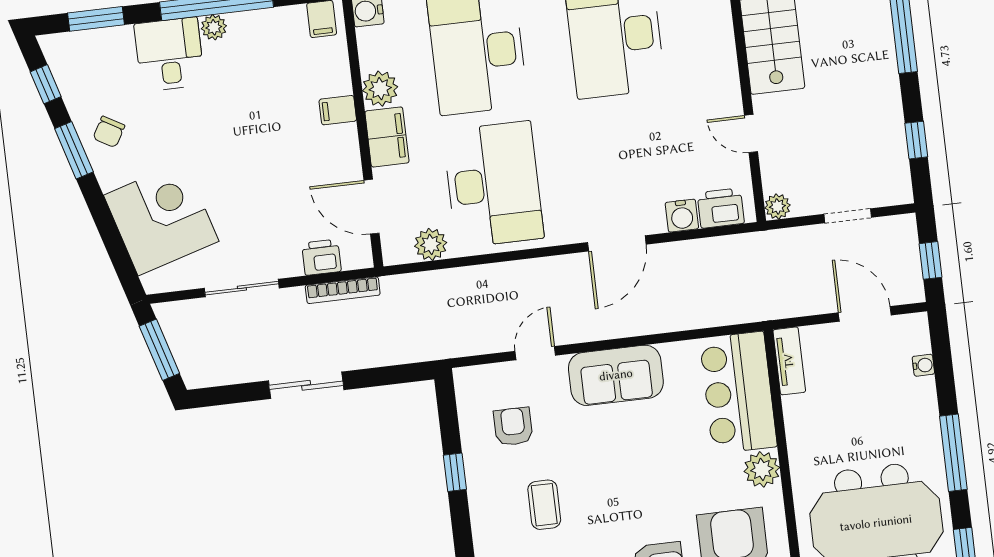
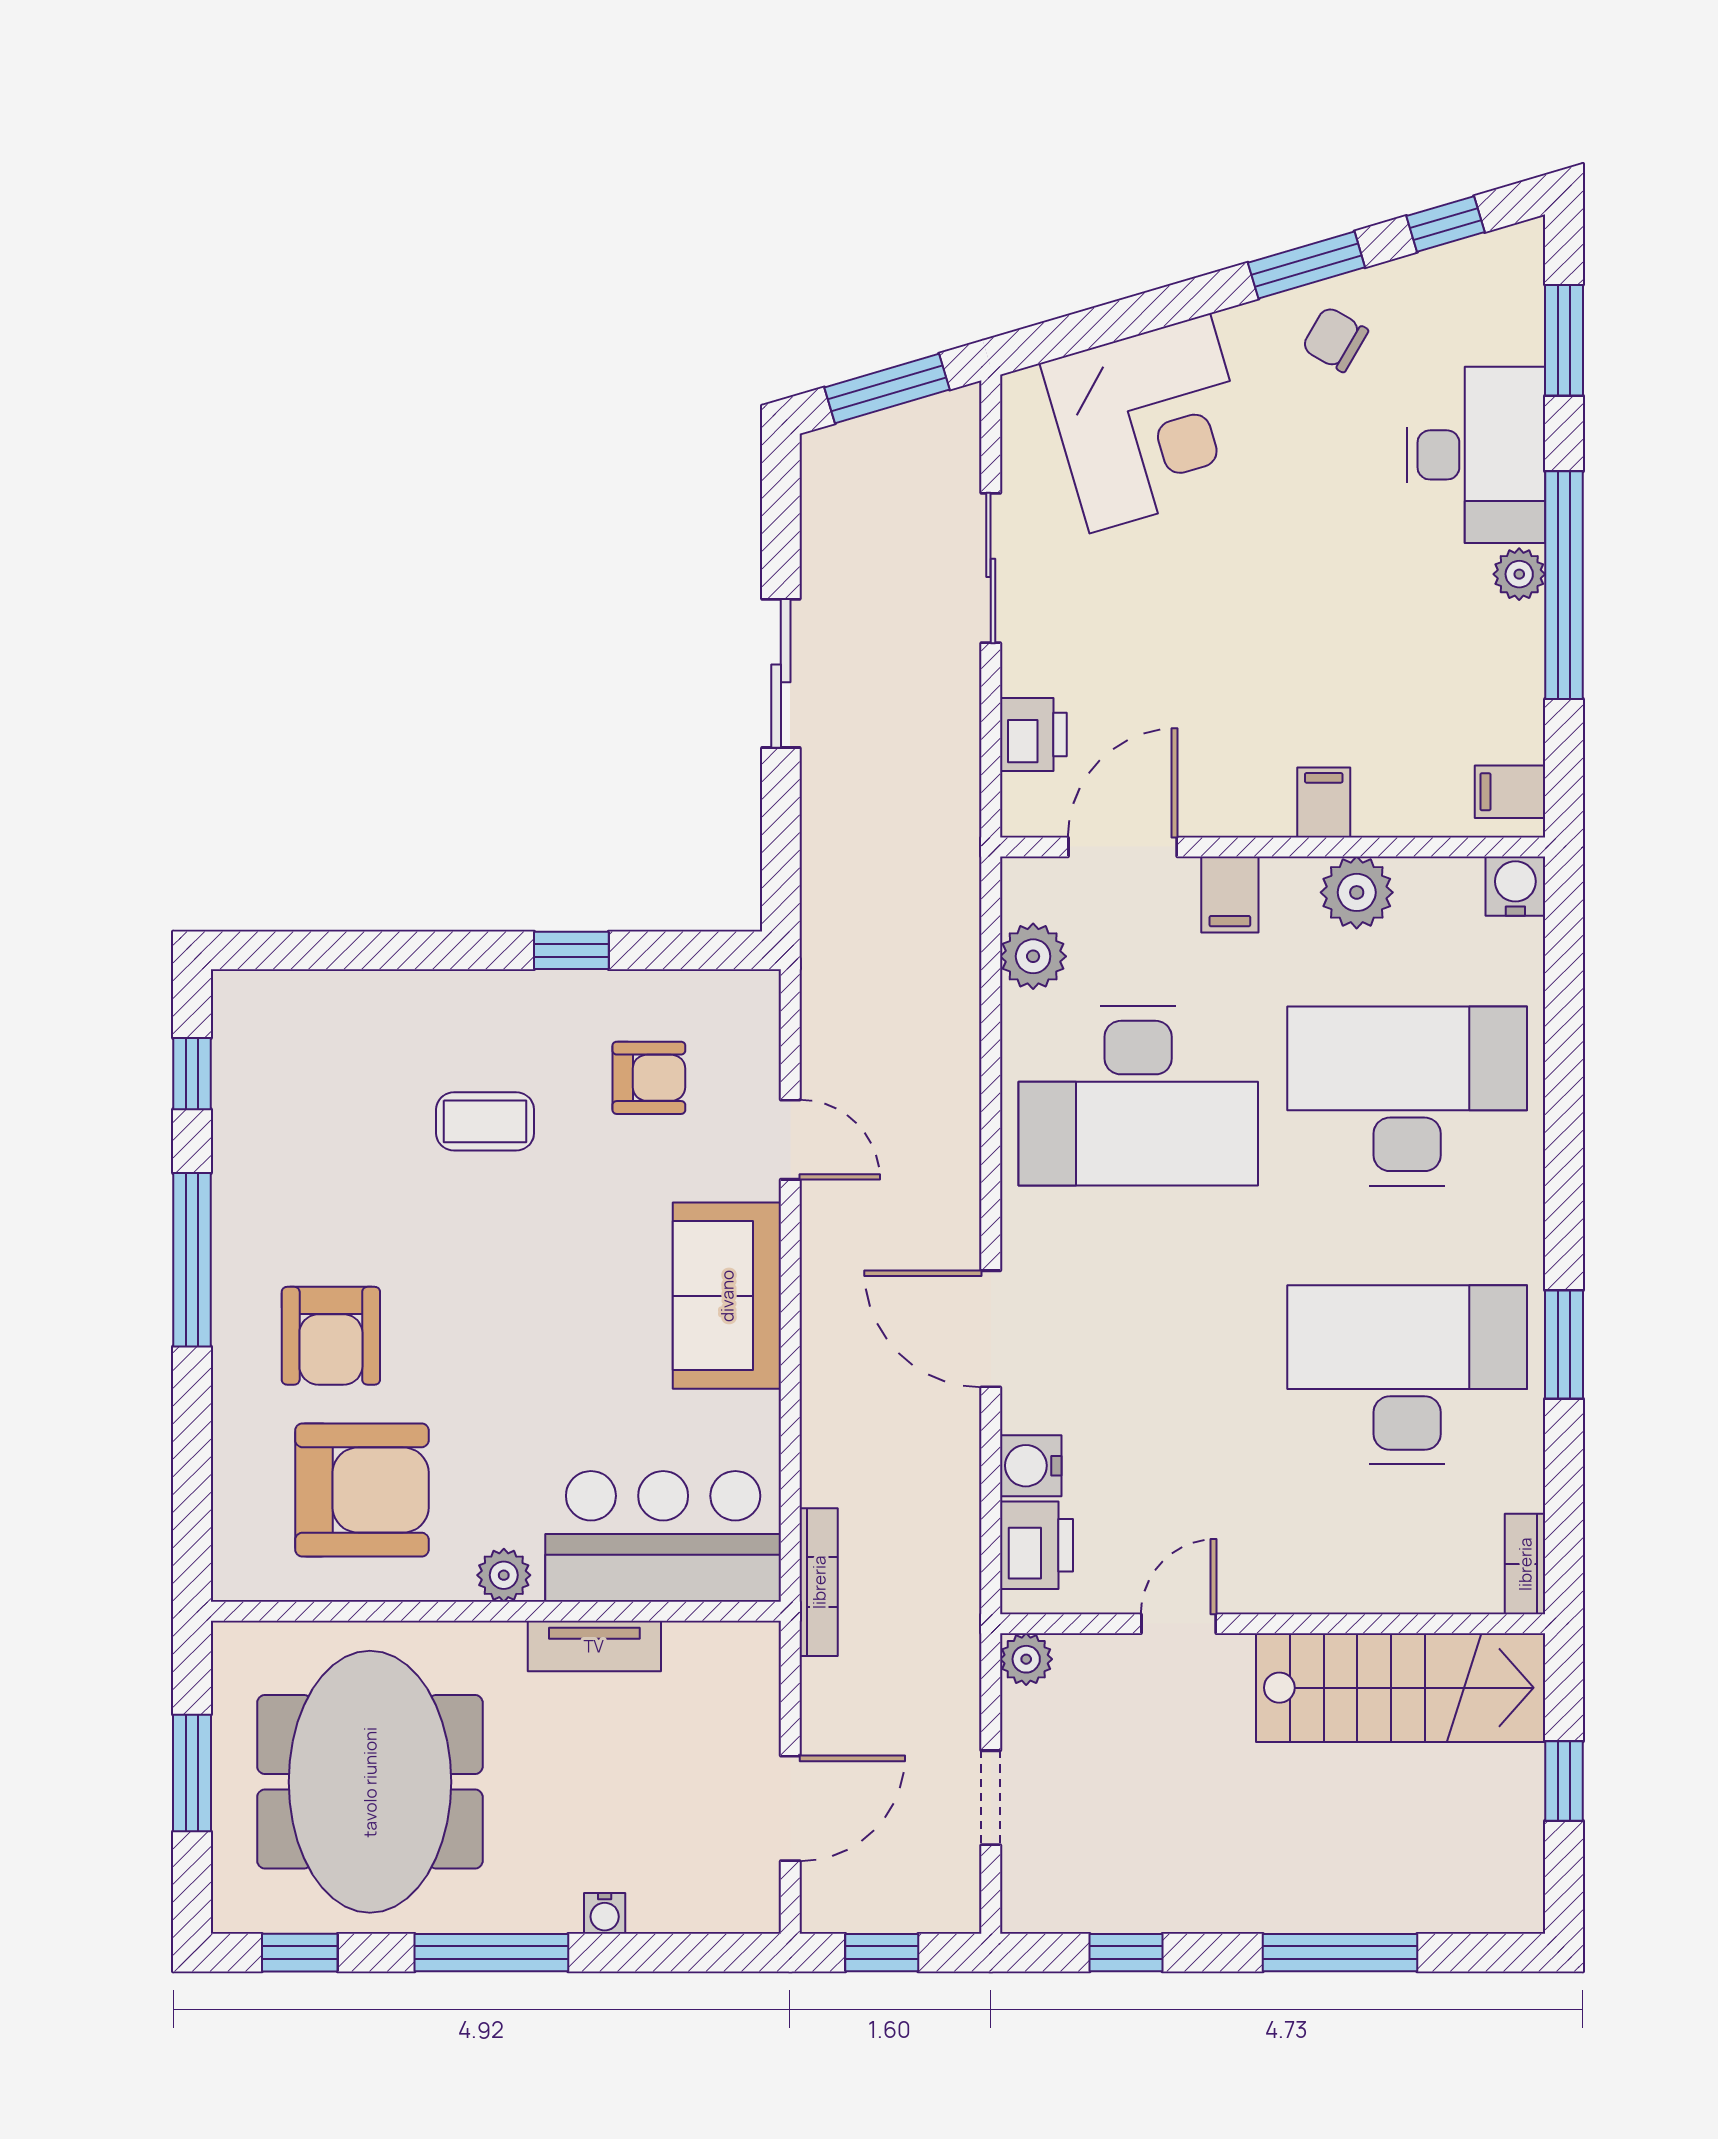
desk: (169, 54) -> (1476, 455), width x1.37
filing cabinet: (387, 137) -> (1230, 894), width x0.50
bookcase: (343, 290) -> (819, 1582), moved, turned 180
tv unit: (789, 361) -> (594, 1646), moved
water cooler: (923, 365) -> (605, 1913), moved
plant: (762, 469) -> (504, 1575), width x0.73, depth x0.73

